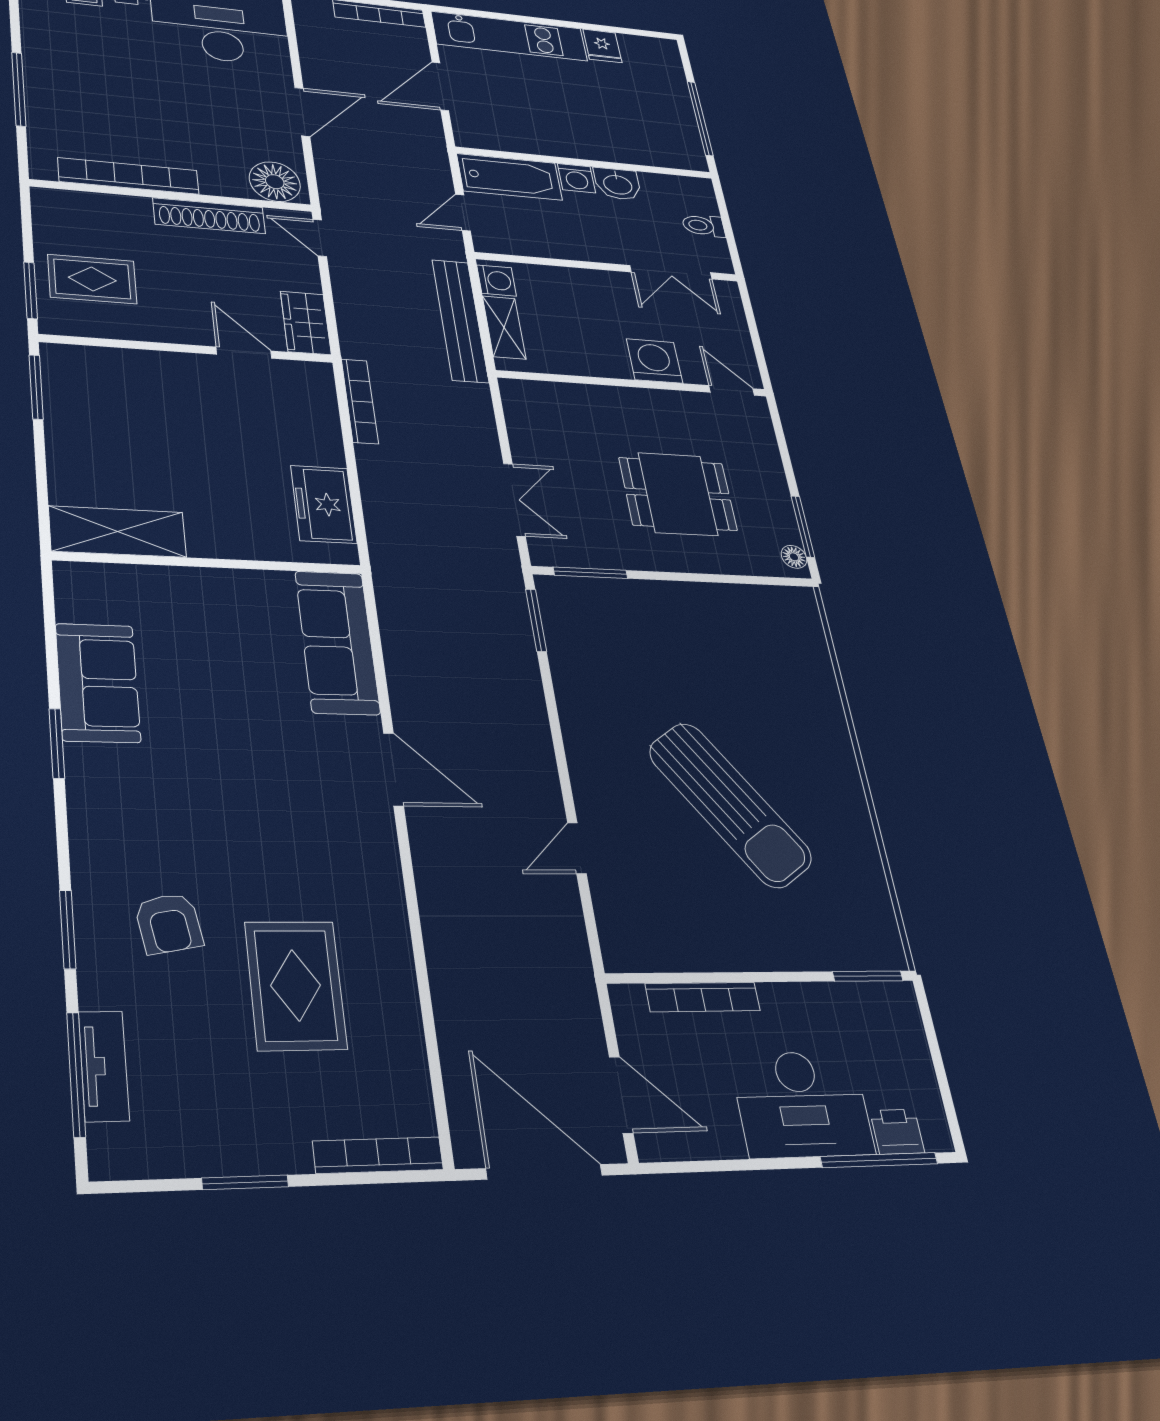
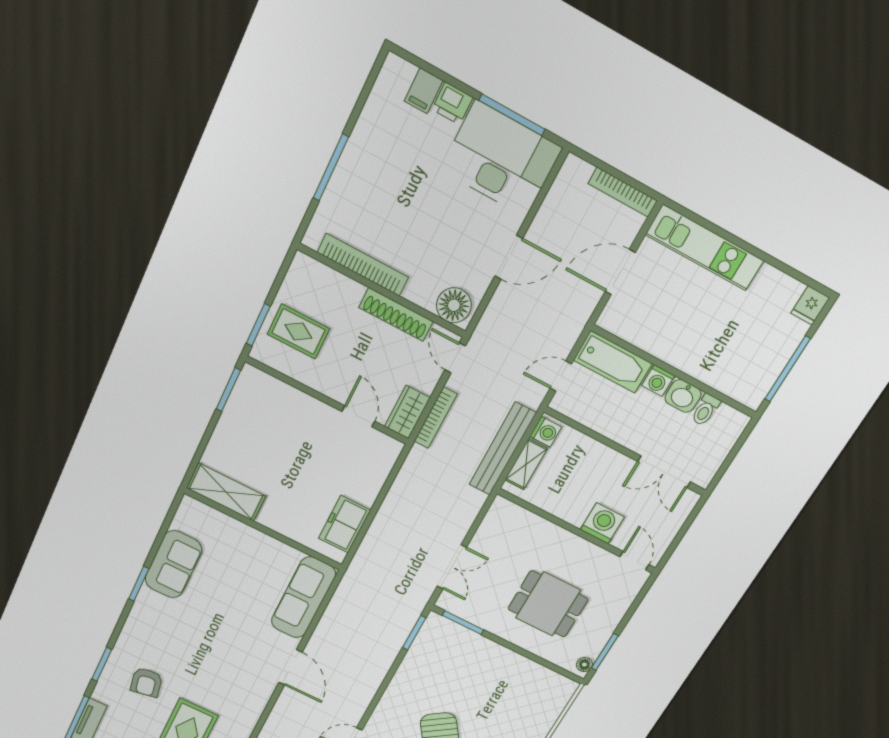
fridge: (602, 46) -> (810, 305), moved
toilet: (704, 226) -> (705, 410), moved, turned -90
bookcase: (360, 401) -> (436, 418), moved

